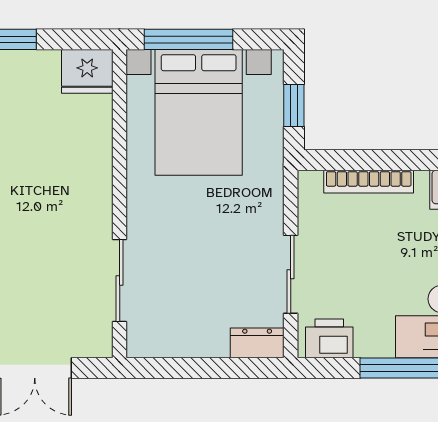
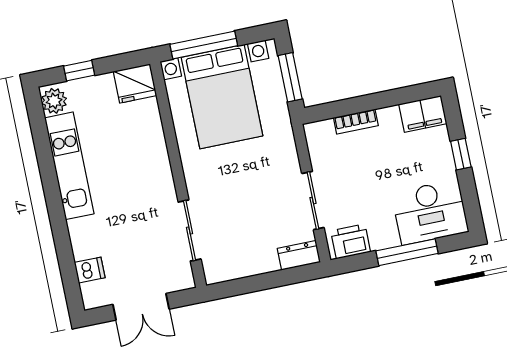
window: (294, 106) -> (290, 77), width x1.50
bookcase: (369, 182) -> (356, 122), width x0.64

